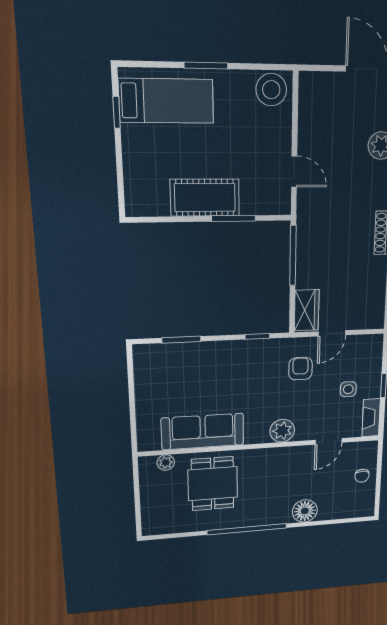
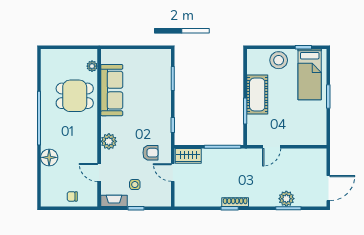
stool: (271, 90) -> (279, 60), moved

